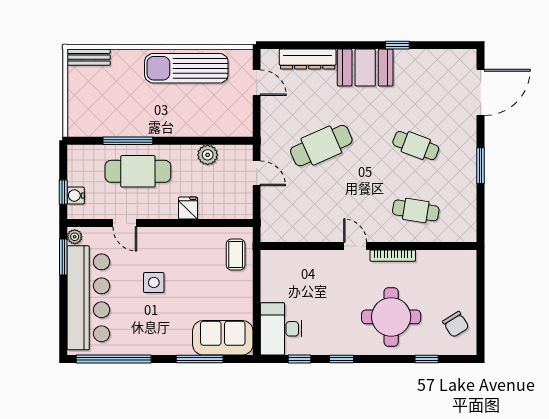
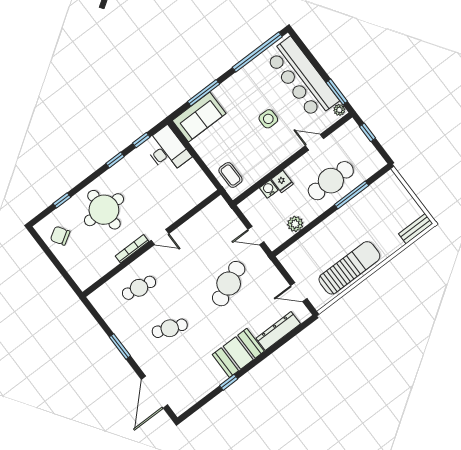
water cooler: (76, 196) -> (269, 189), moved, turned -90

